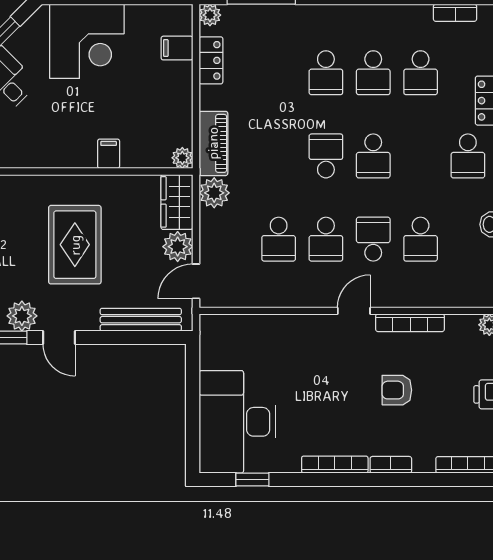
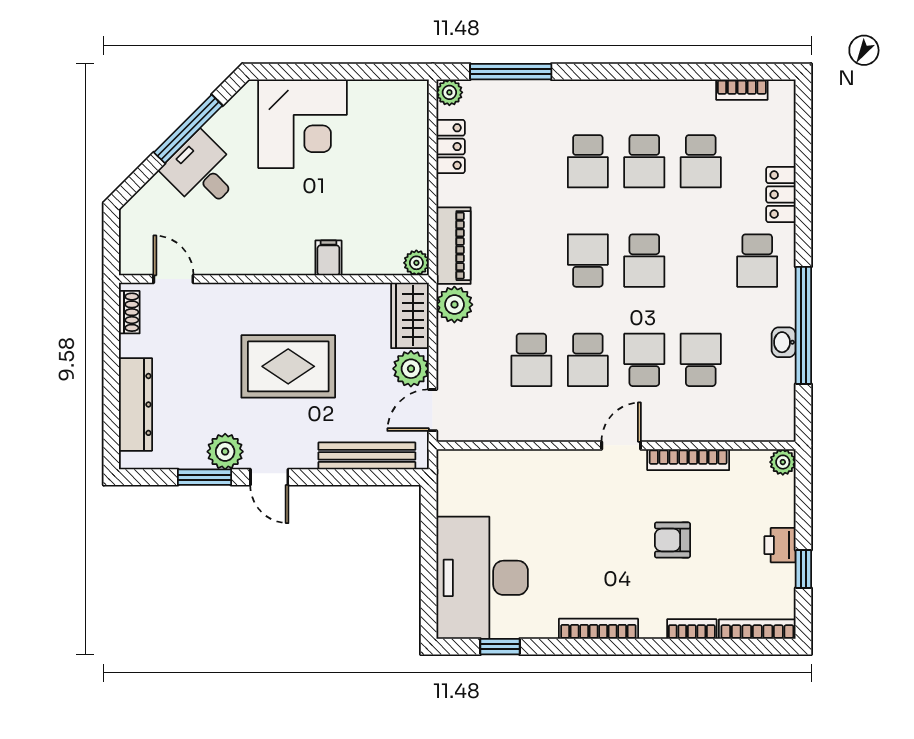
filing cabinet: (177, 48) -> (410, 132), removed
school desk: (421, 239) -> (701, 360), turned 180
rug: (75, 245) -> (288, 366), turned 90
bookcase: (391, 465) -> (692, 629), moved

